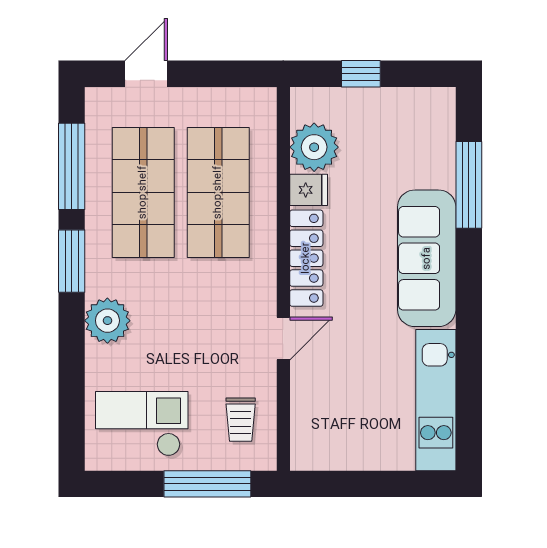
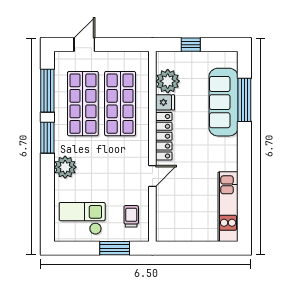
sofa: (427, 258) -> (223, 102), moved
trolley: (241, 420) -> (131, 216), turned 180
window: (207, 484) -> (115, 248), width x0.69

